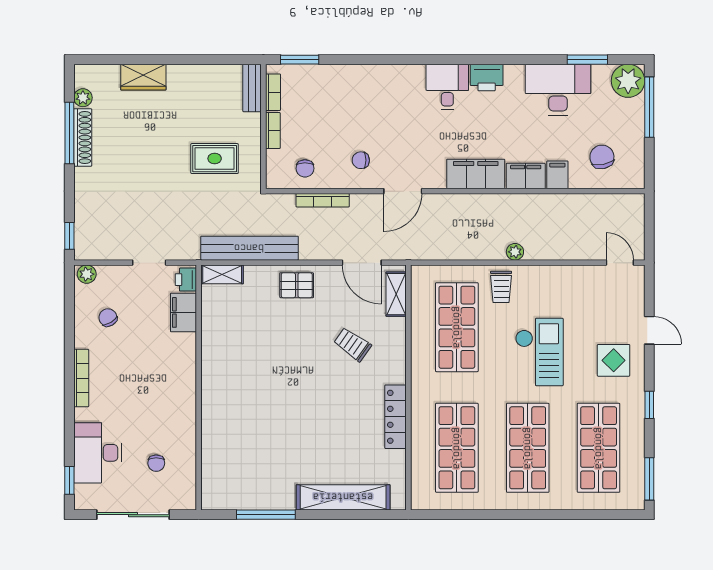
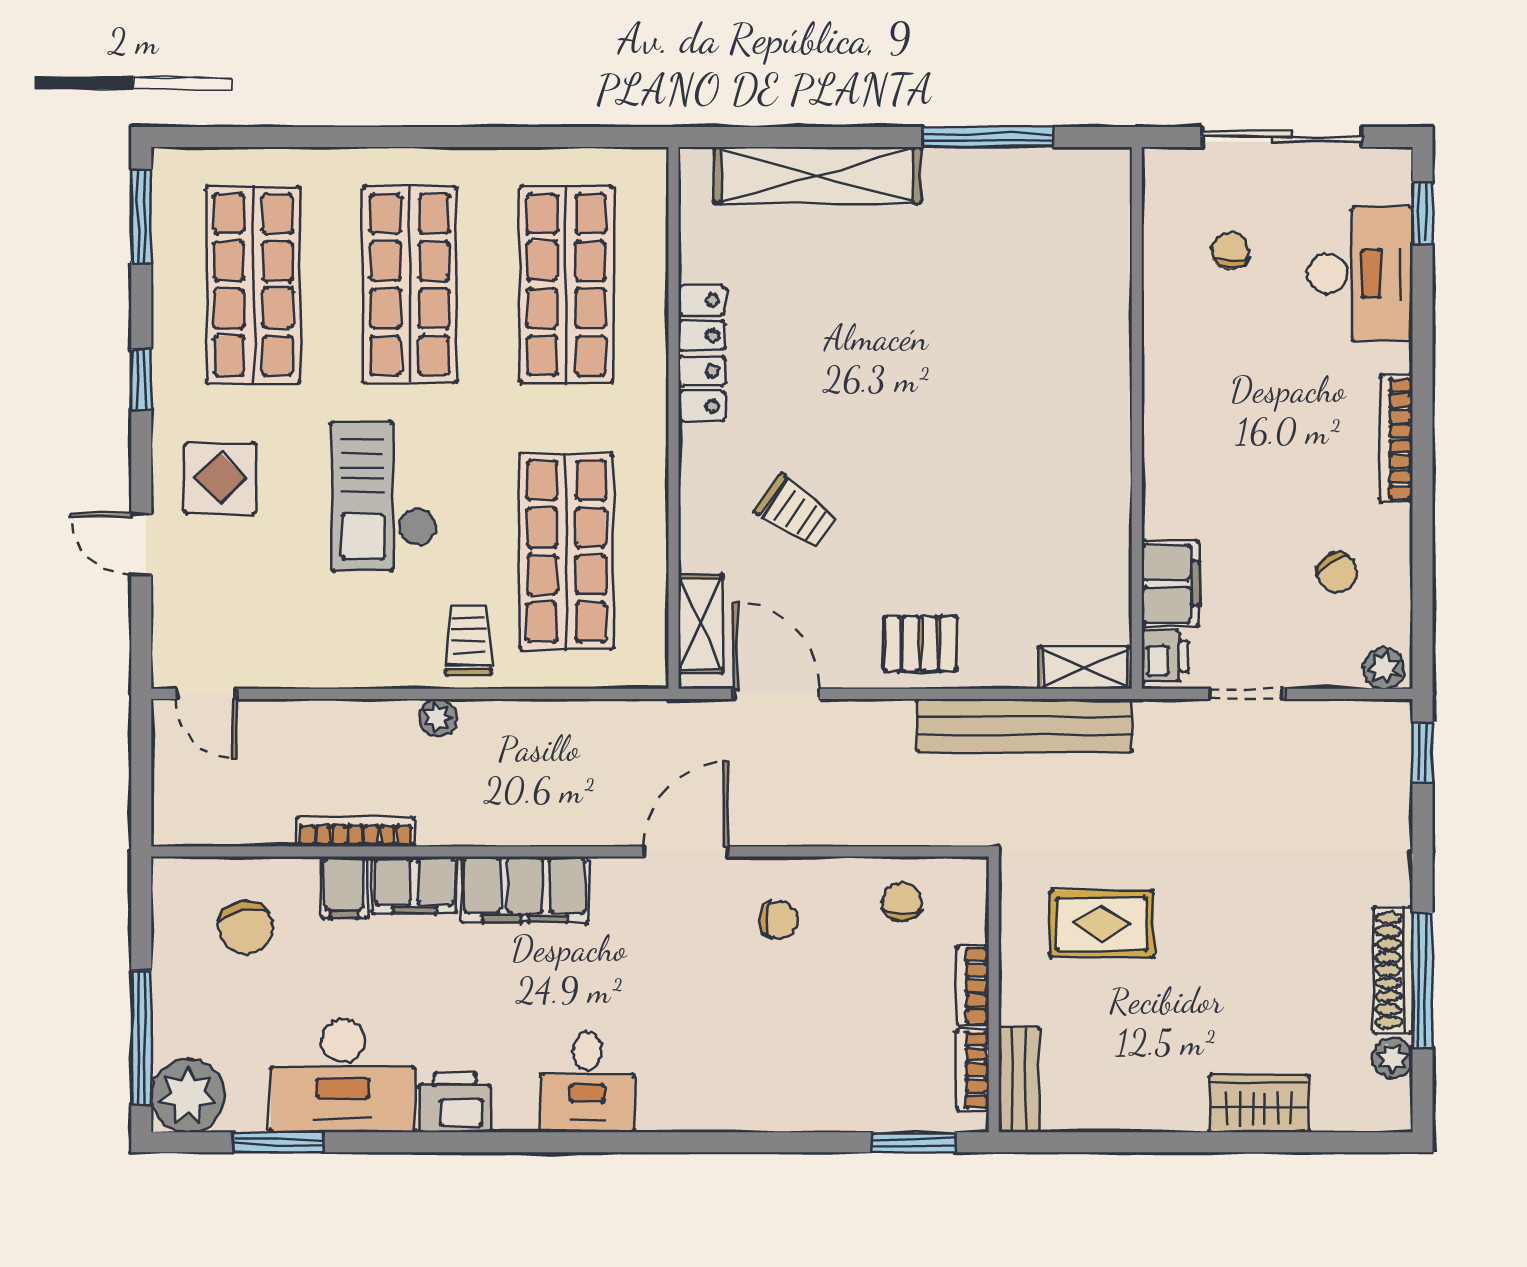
printer: (487, 78) -> (455, 1103), moved
bookcase: (323, 200) -> (355, 832), moved

